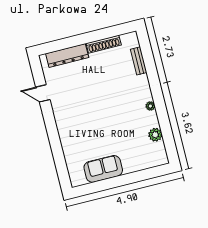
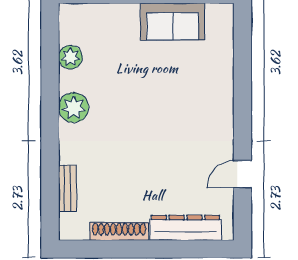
door: (43, 93) -> (242, 174), swing flipped
plant: (150, 106) -> (74, 108), width x1.88, depth x1.88

